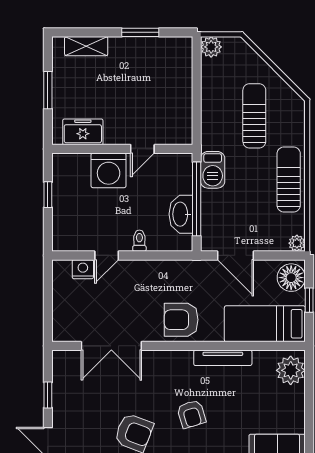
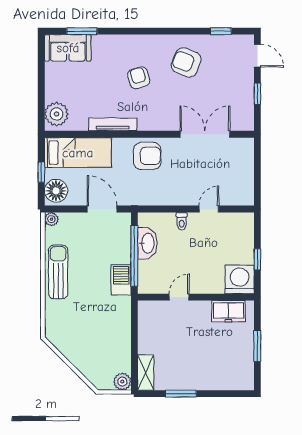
shelving: (86, 46) -> (146, 372), moved, turned 90
sun lounger: (254, 116) -> (87, 325), removed
washing machine: (109, 170) -> (240, 279), moved
sun lounger: (289, 180) -> (58, 272), turned 180
nightstand: (83, 269) -> (228, 198), removed

